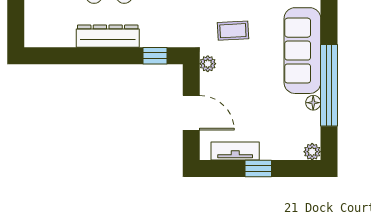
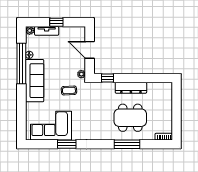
tv unit: (235, 151) -> (47, 31), moved

